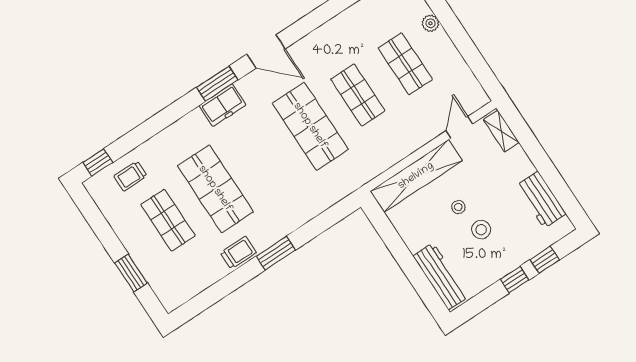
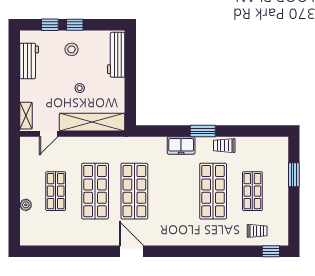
window: (217, 84) -> (172, 251), removed
shop shelf: (358, 95) -> (95, 191), width x1.43, depth x1.36
freezer: (222, 105) -> (181, 145), moved, turned 180
stool: (481, 230) -> (72, 49), moved

